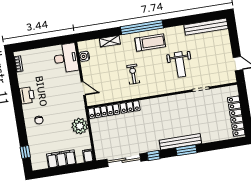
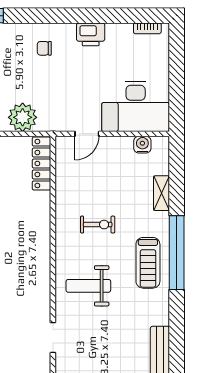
desk: (66, 58) -> (136, 106), width x1.36, depth x1.30
weight bench: (180, 64) -> (88, 286), moved
locker: (130, 107) -> (42, 210), removed

